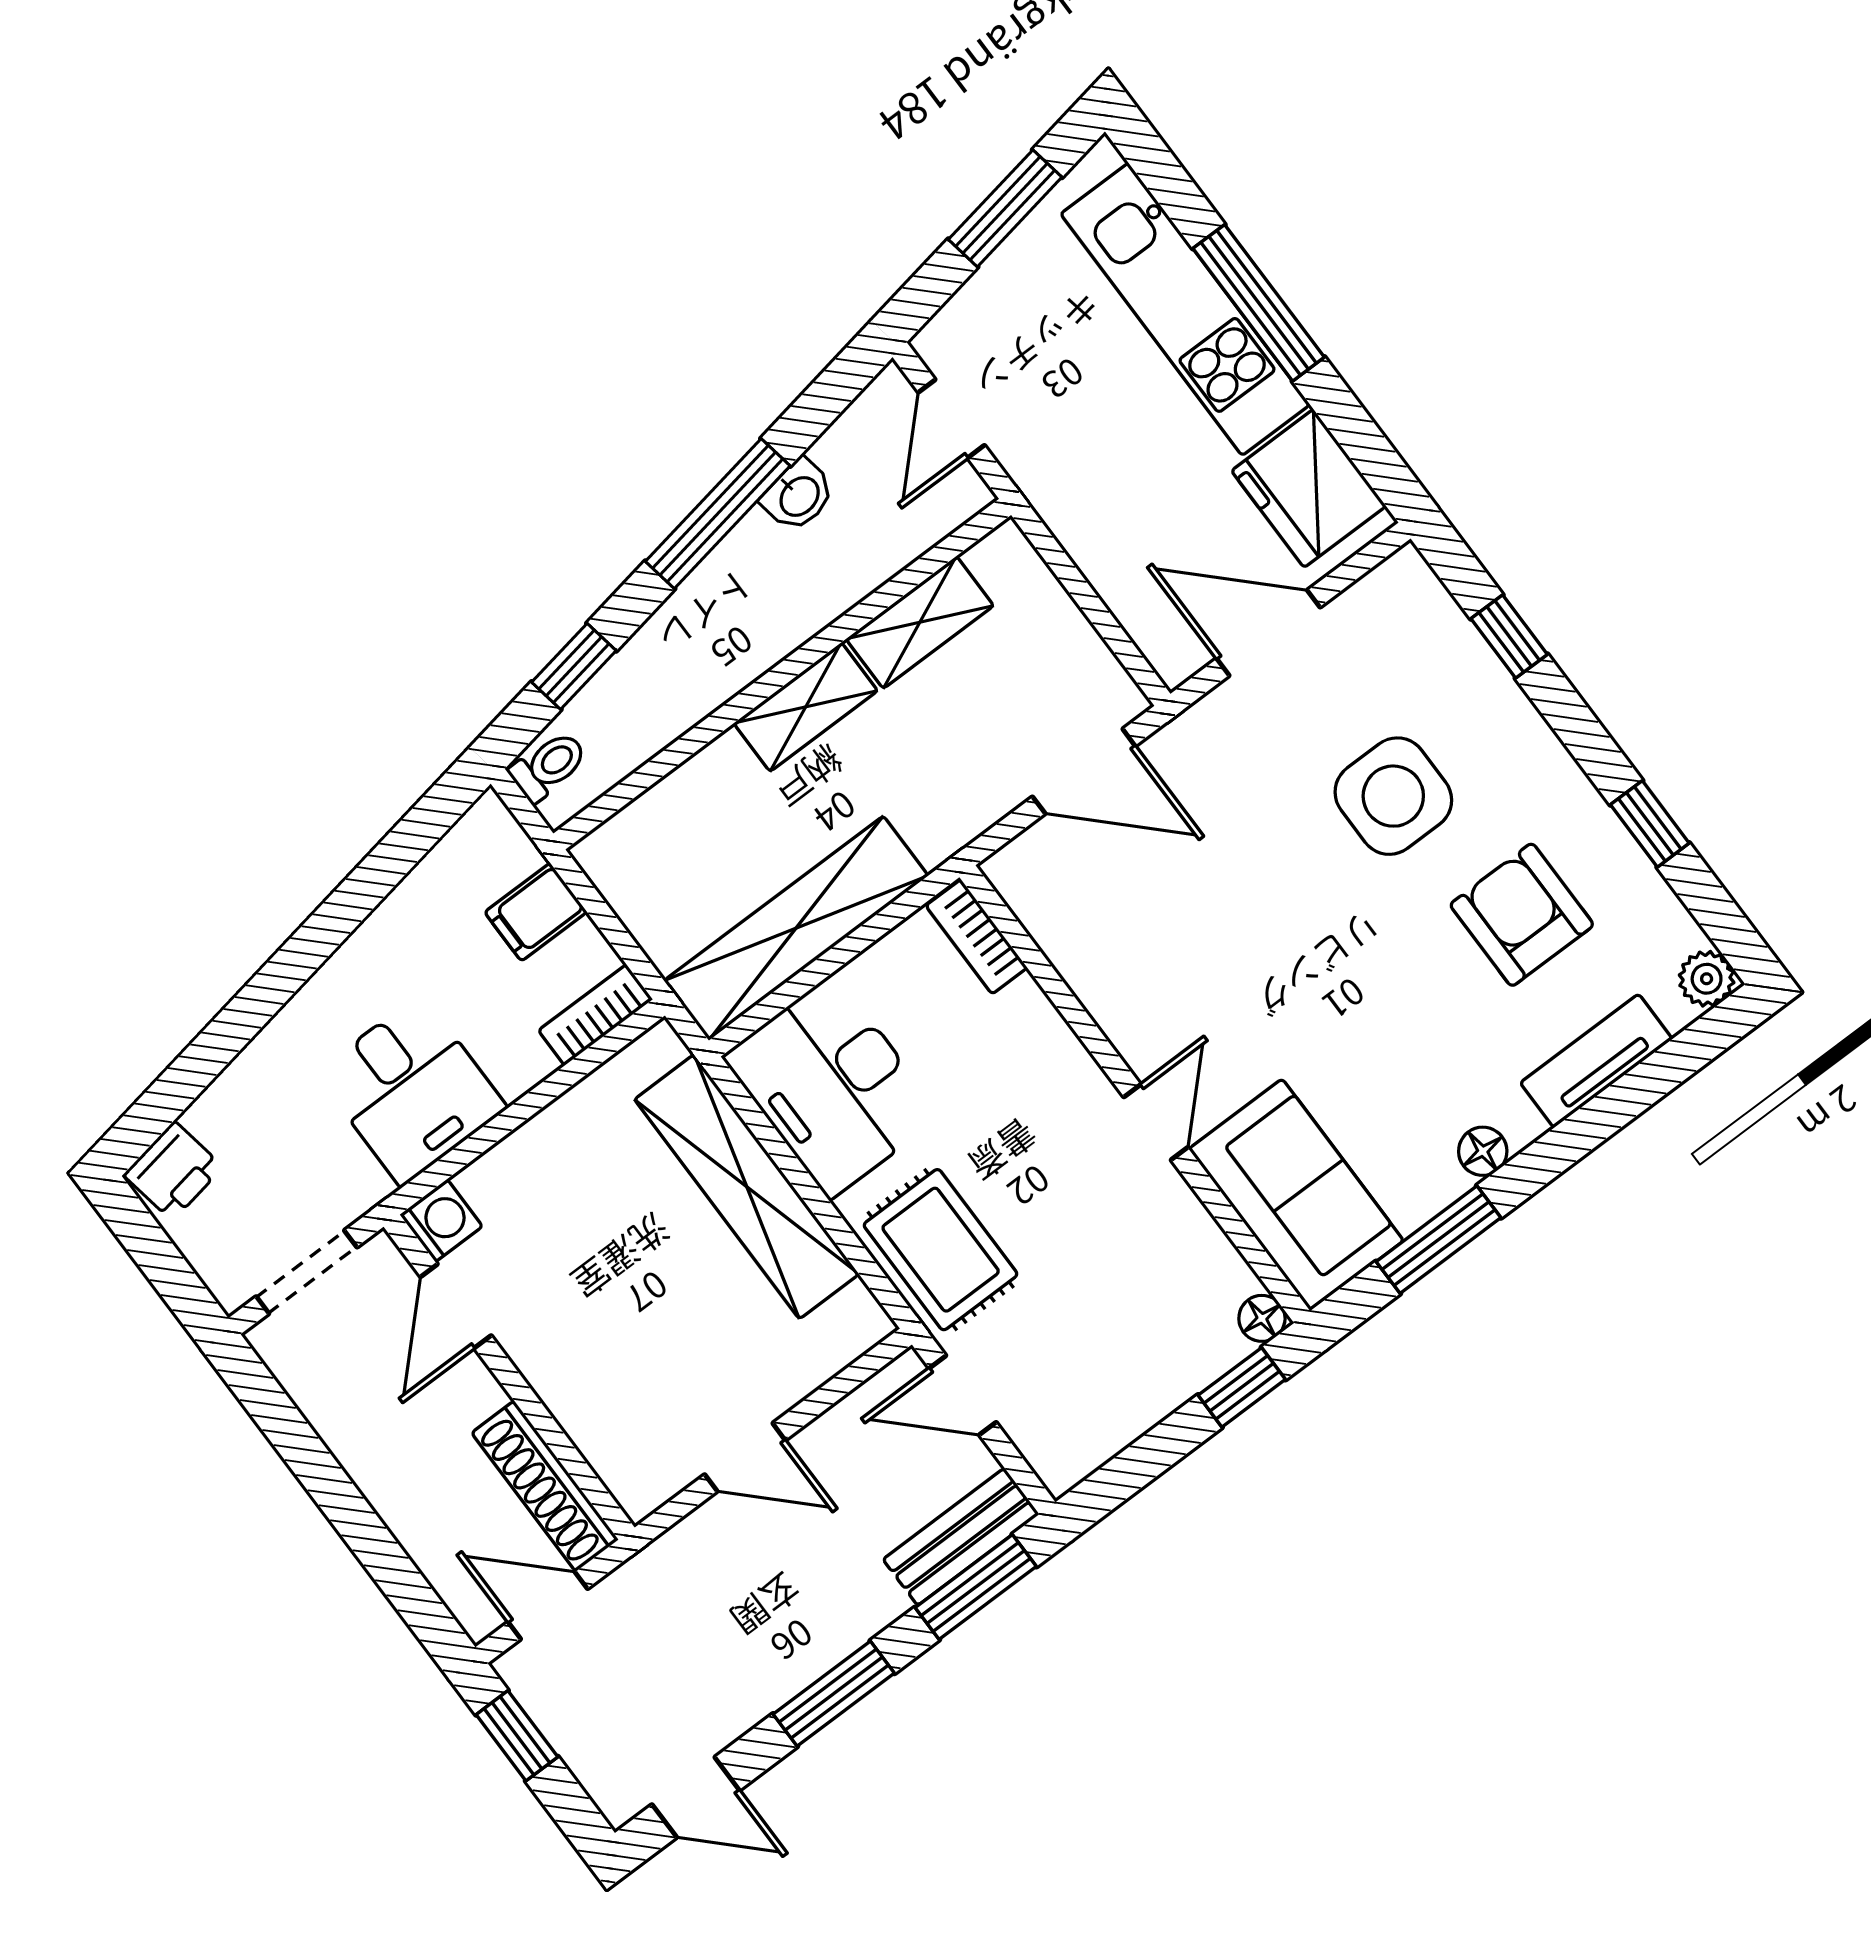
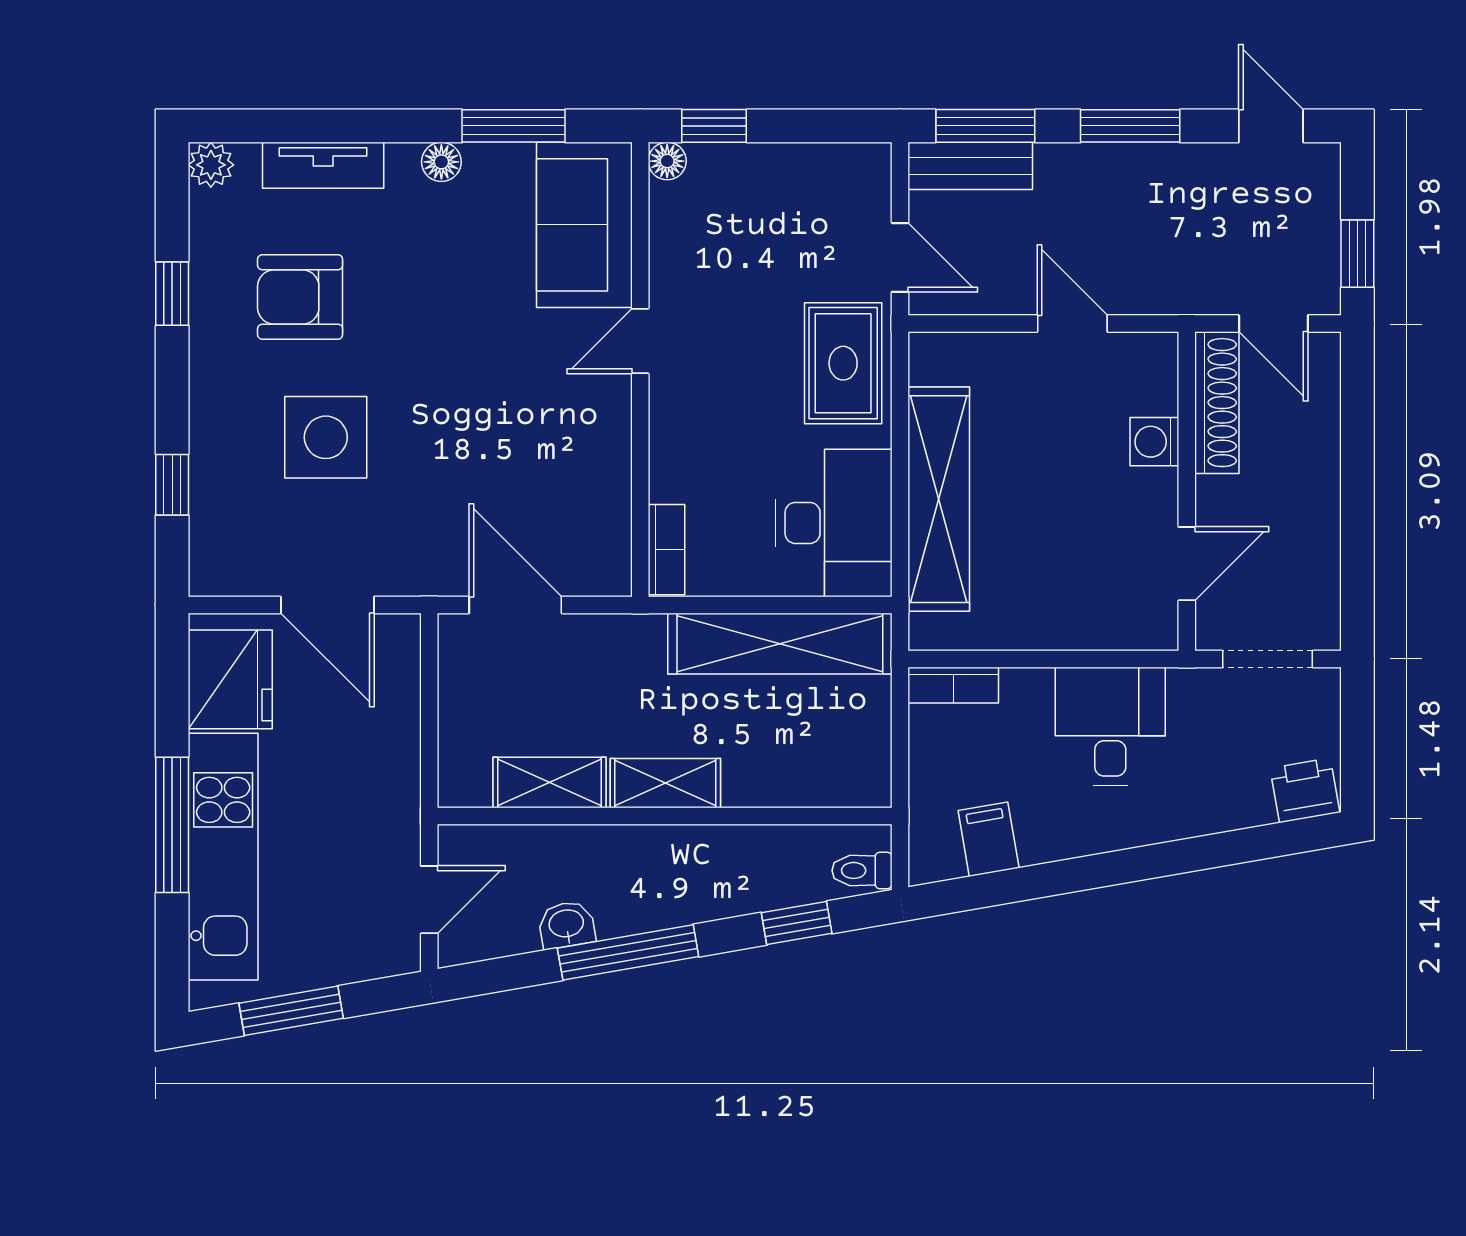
filing cabinet: (536, 912) -> (989, 839), moved, turned -100
armchair: (1522, 915) -> (300, 297), turned 90
washing machine: (441, 1221) -> (1154, 442), moved

